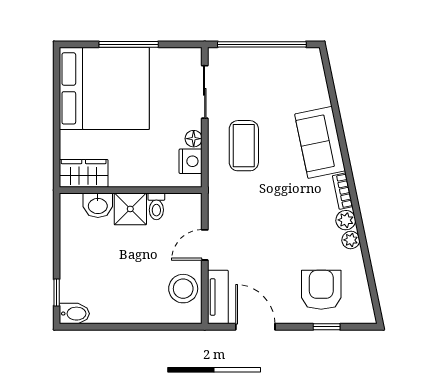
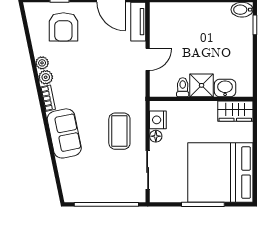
stool: (183, 289) -> (163, 28), removed

